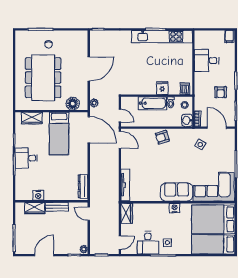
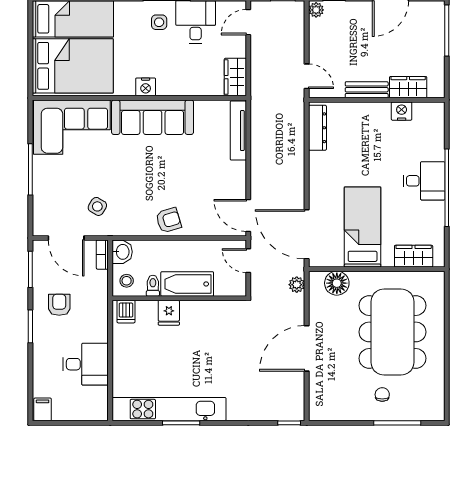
sofa: (177, 192) -> (153, 117), width x1.36

